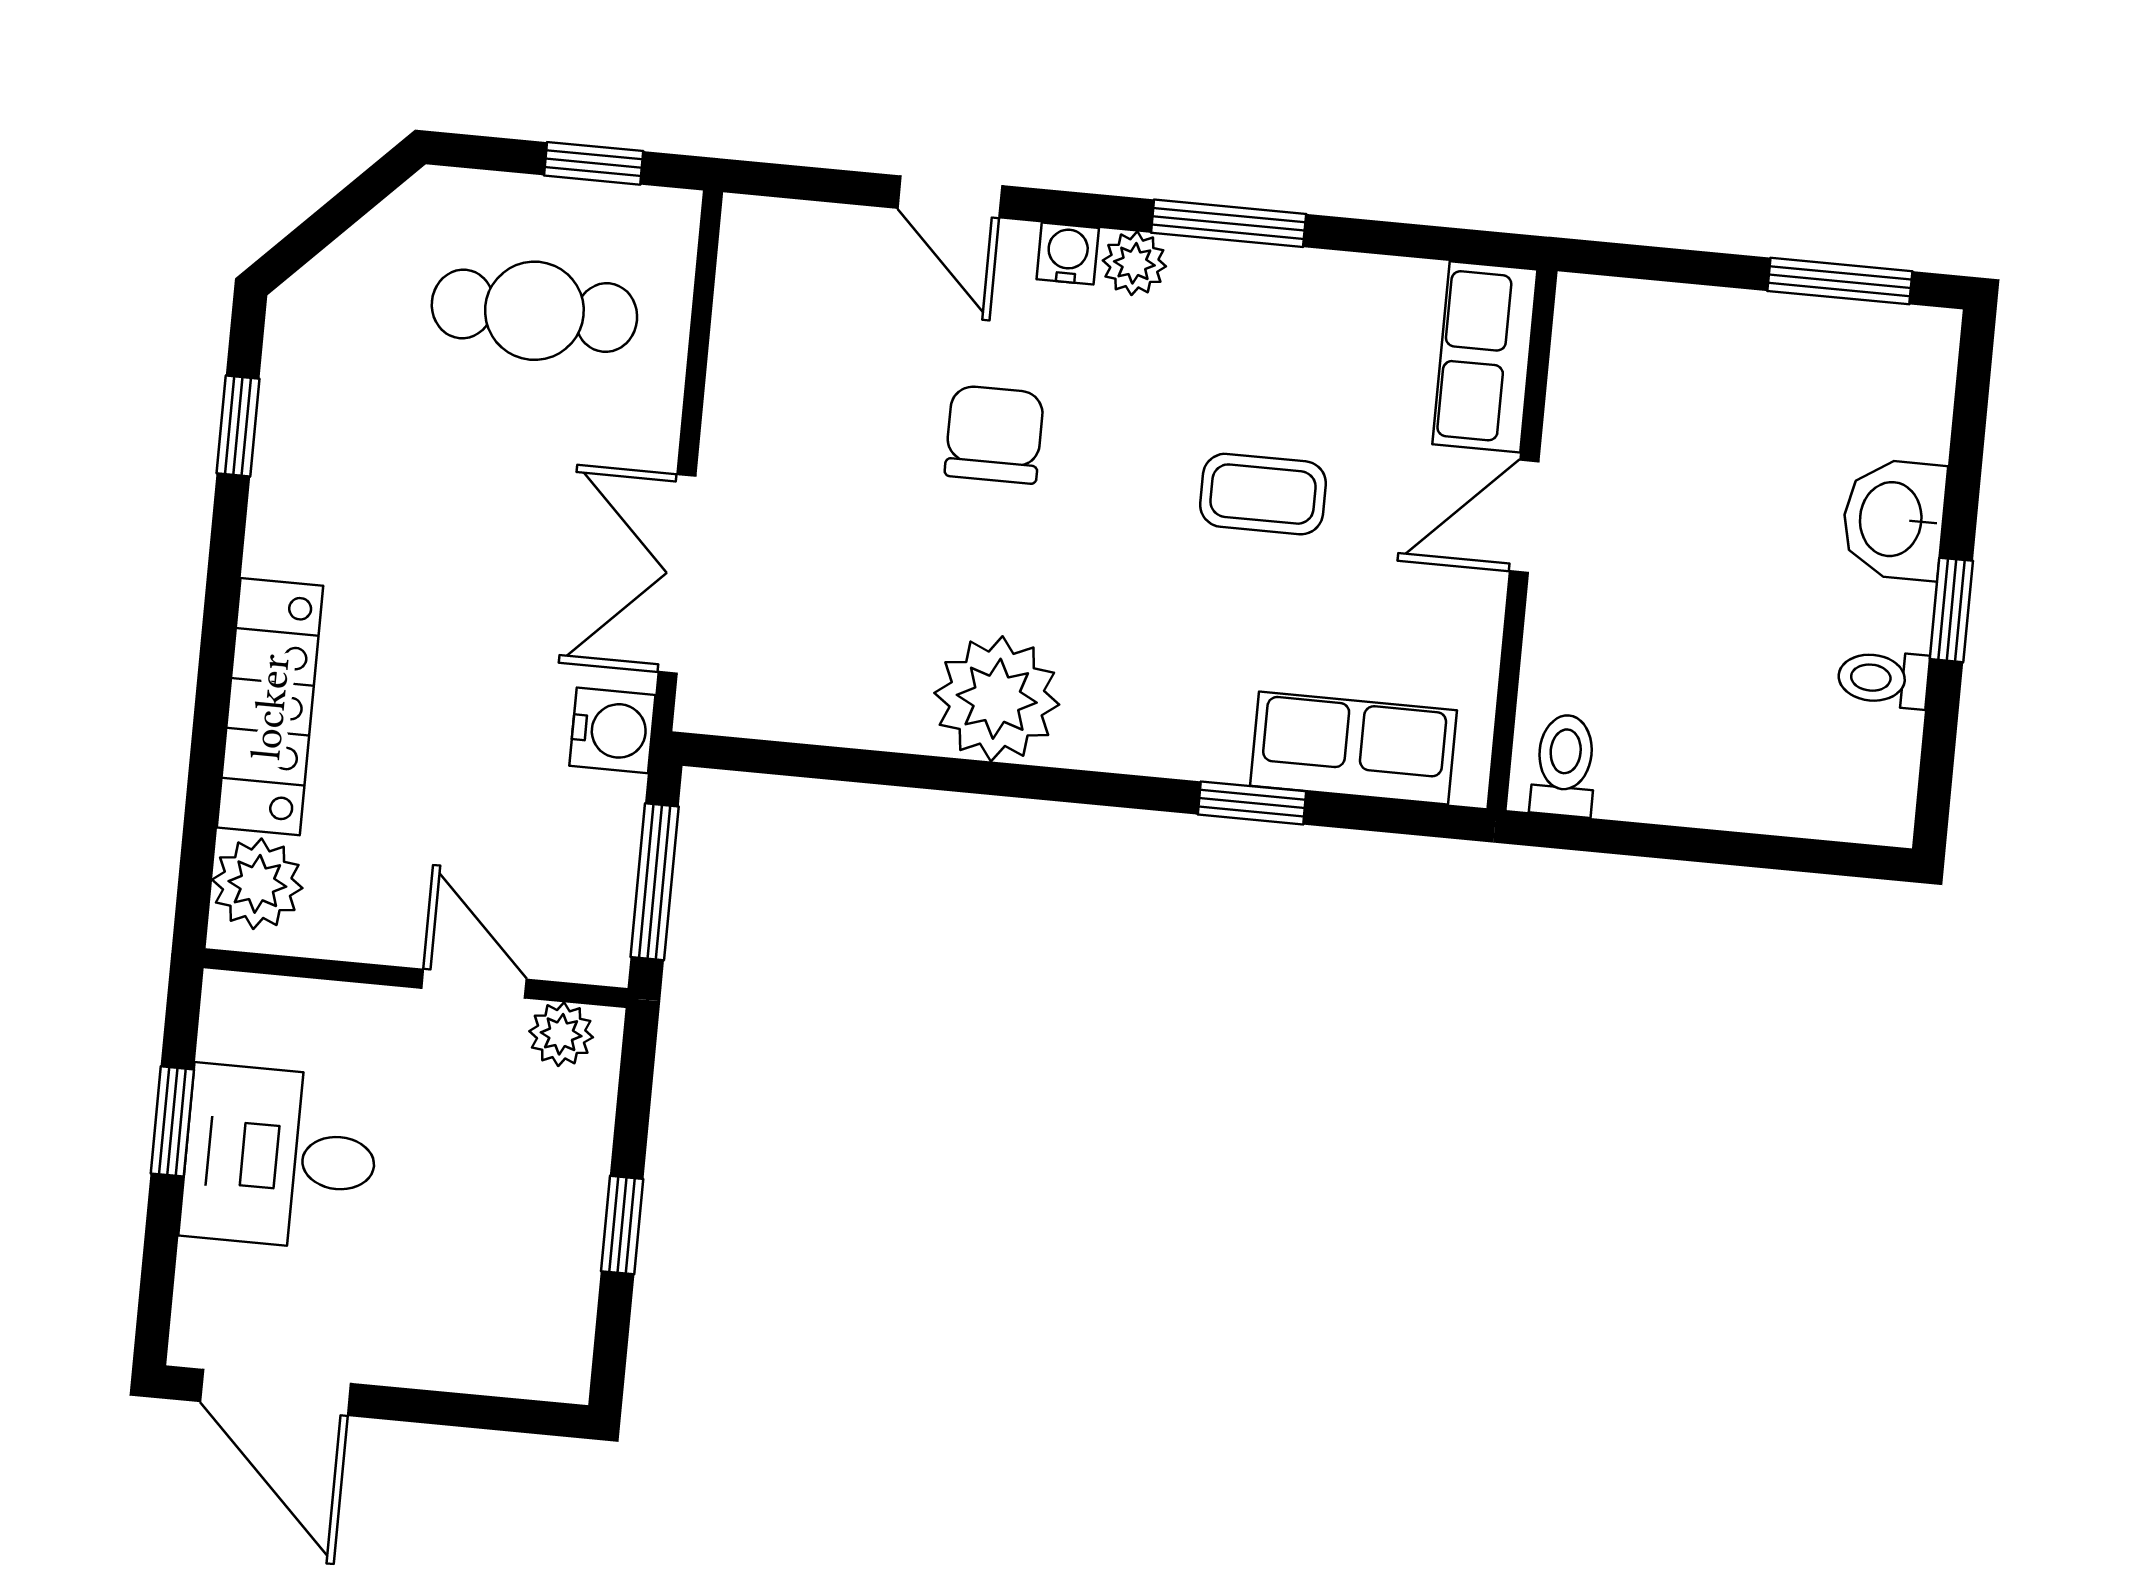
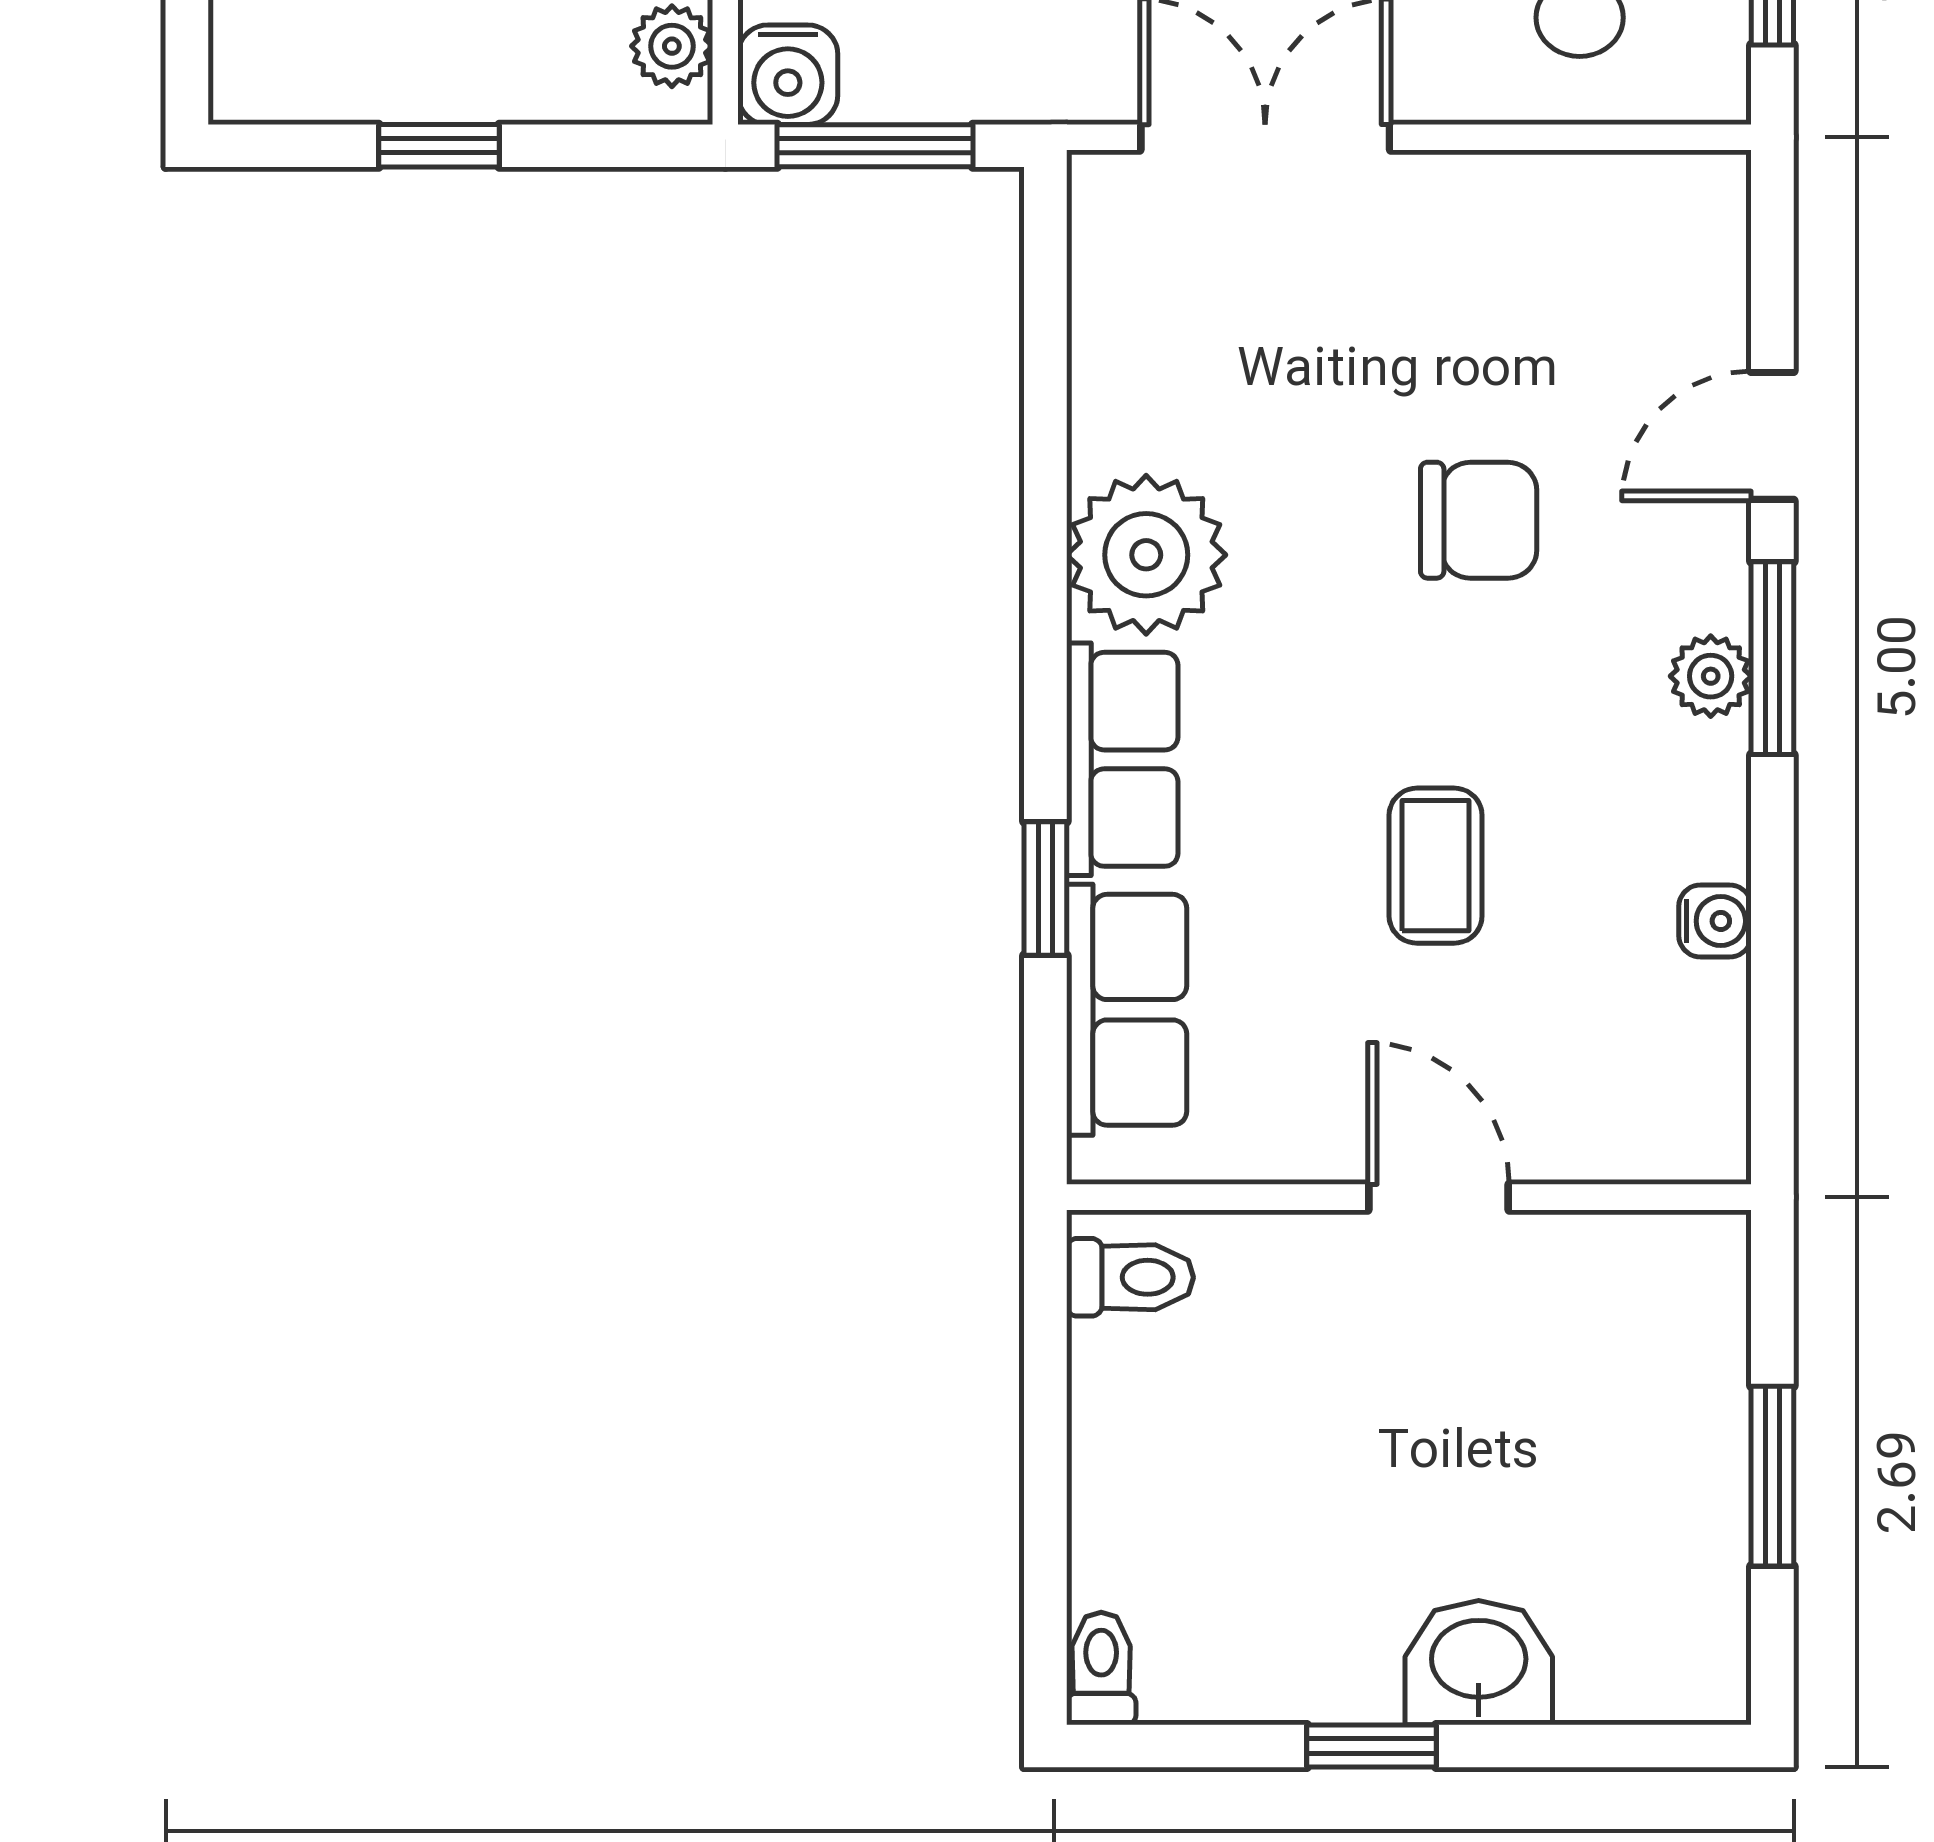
window: (1229, 223) -> (1772, 658), moved
water cooler: (1068, 254) -> (1715, 921), moved
window: (1840, 281) -> (1772, 1476), moved
row of seats: (1485, 357) -> (1122, 759), moved, turned 90
toilet: (1883, 679) -> (1101, 1668), moved
water cooler: (612, 730) -> (788, 75), moved

